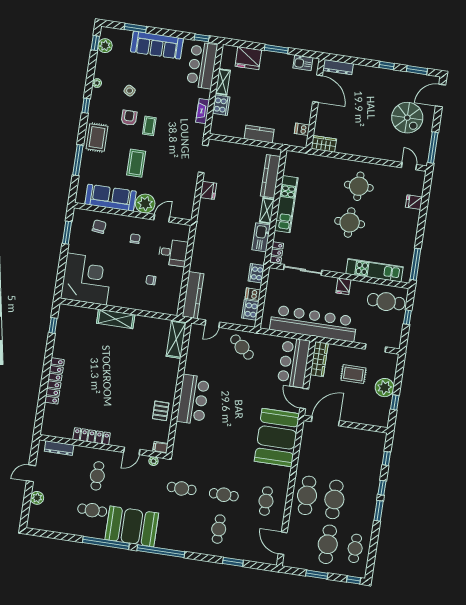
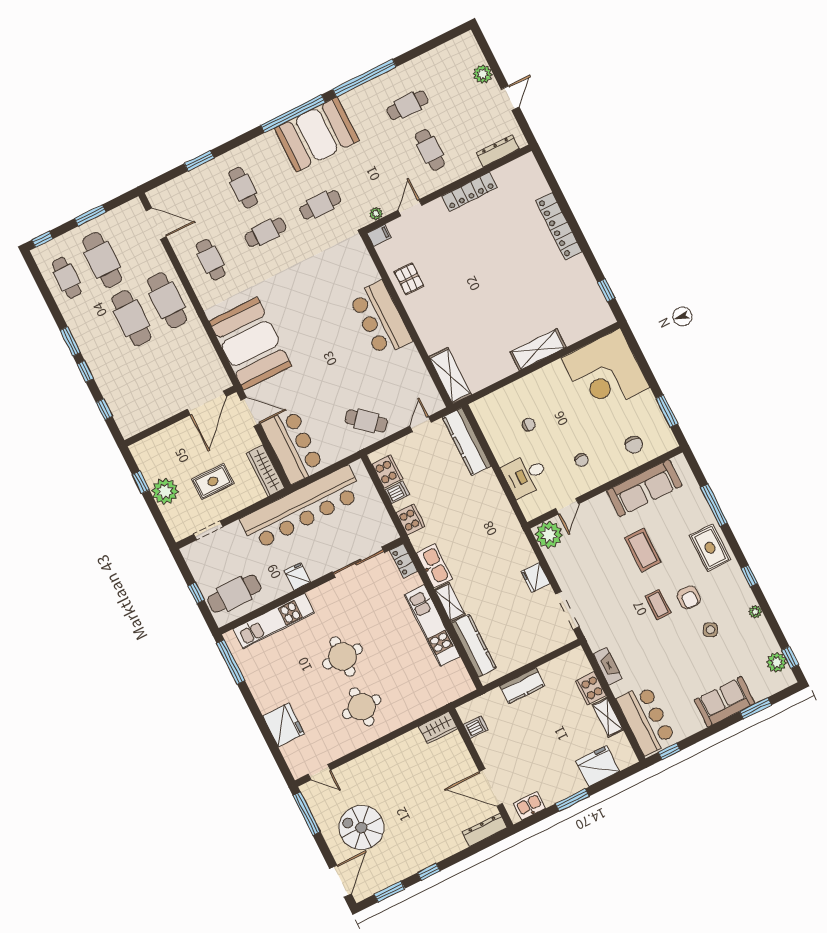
sofa: (157, 45) -> (725, 702), width x0.73
fridge: (414, 202) -> (284, 725), width x1.88, depth x1.34
plant: (145, 204) -> (549, 535), moved
booth: (132, 526) -> (317, 135), moved

